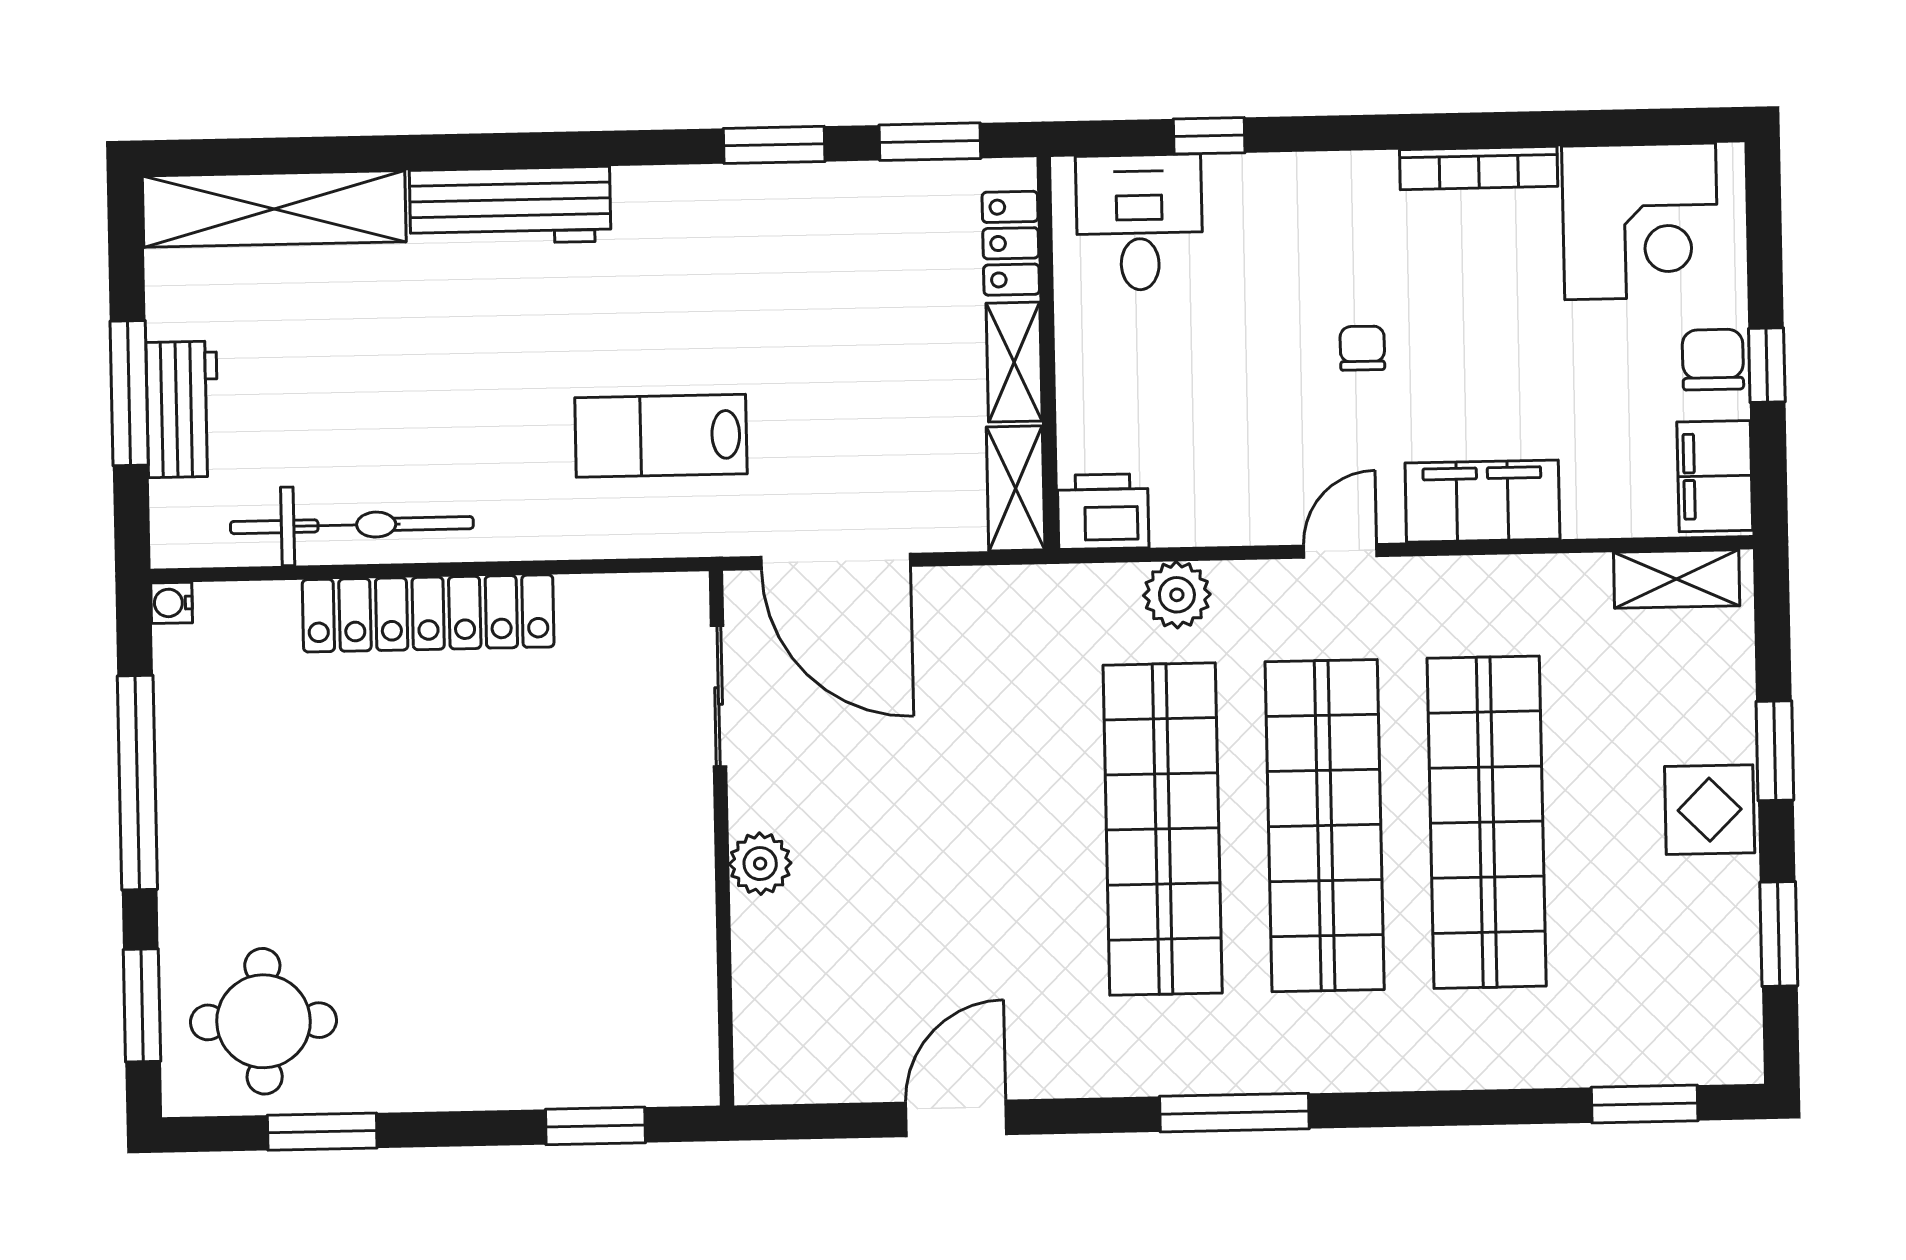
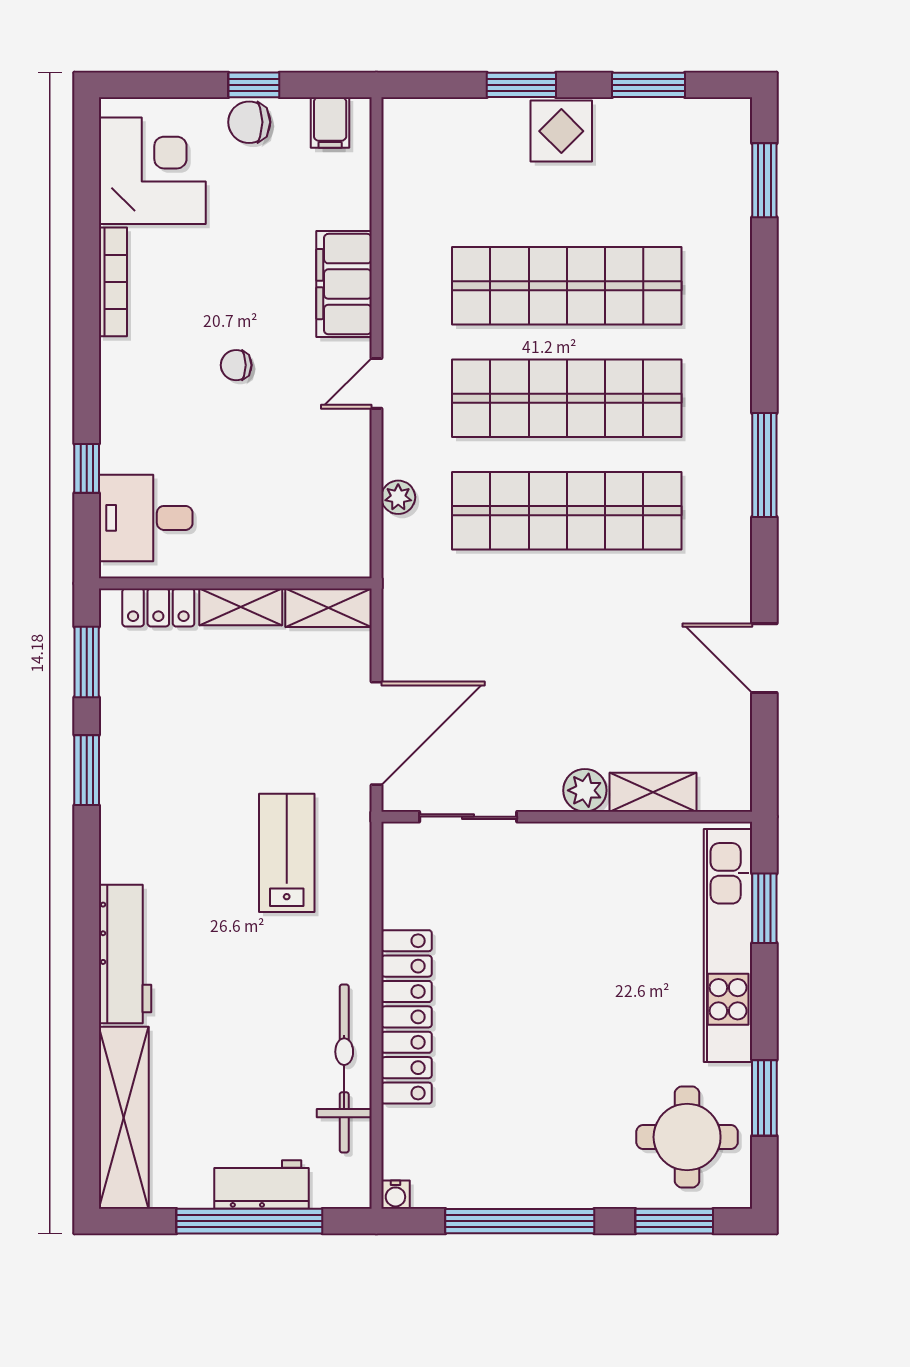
window: (129, 393) -> (249, 1221), width x1.46
lab bench: (661, 436) -> (287, 853), turned 180
filing cabinet: (1715, 476) -> (330, 123), width x0.50
printer: (1103, 512) -> (346, 547), removed
door: (1340, 551) -> (376, 383), hinge flipped
shelving: (1677, 579) -> (653, 792), moved, turned 90
plant: (1177, 595) -> (398, 497), width x0.73, depth x0.73
kitchen unit: (541, 1075) -> (728, 946), added

